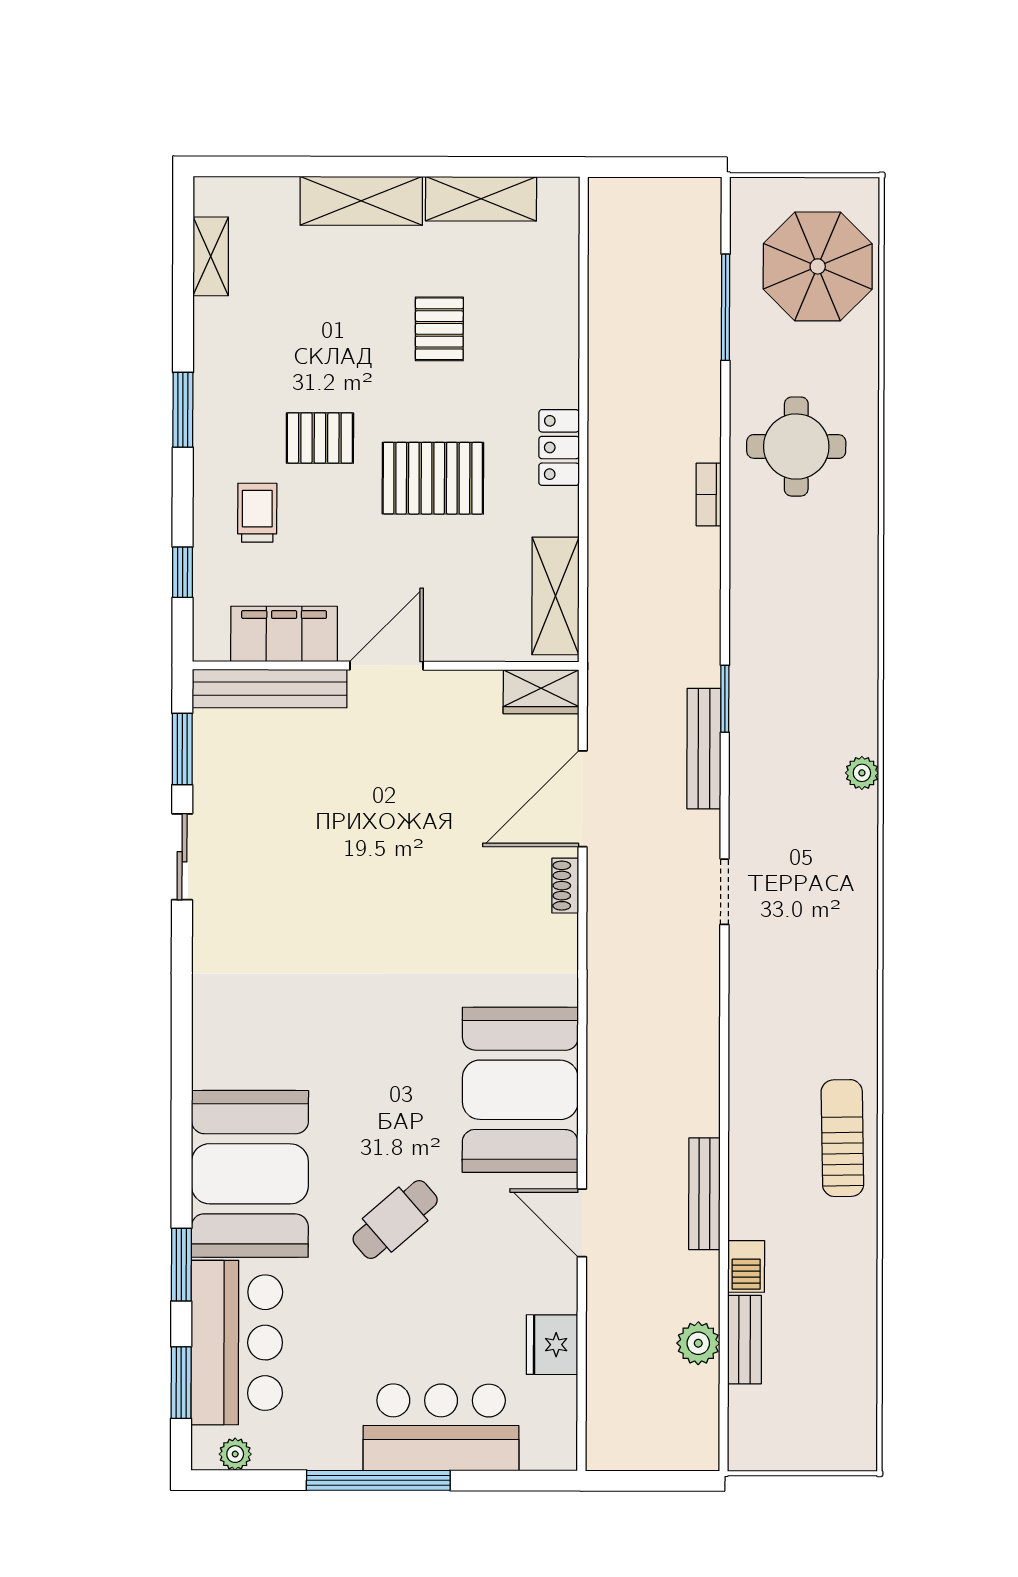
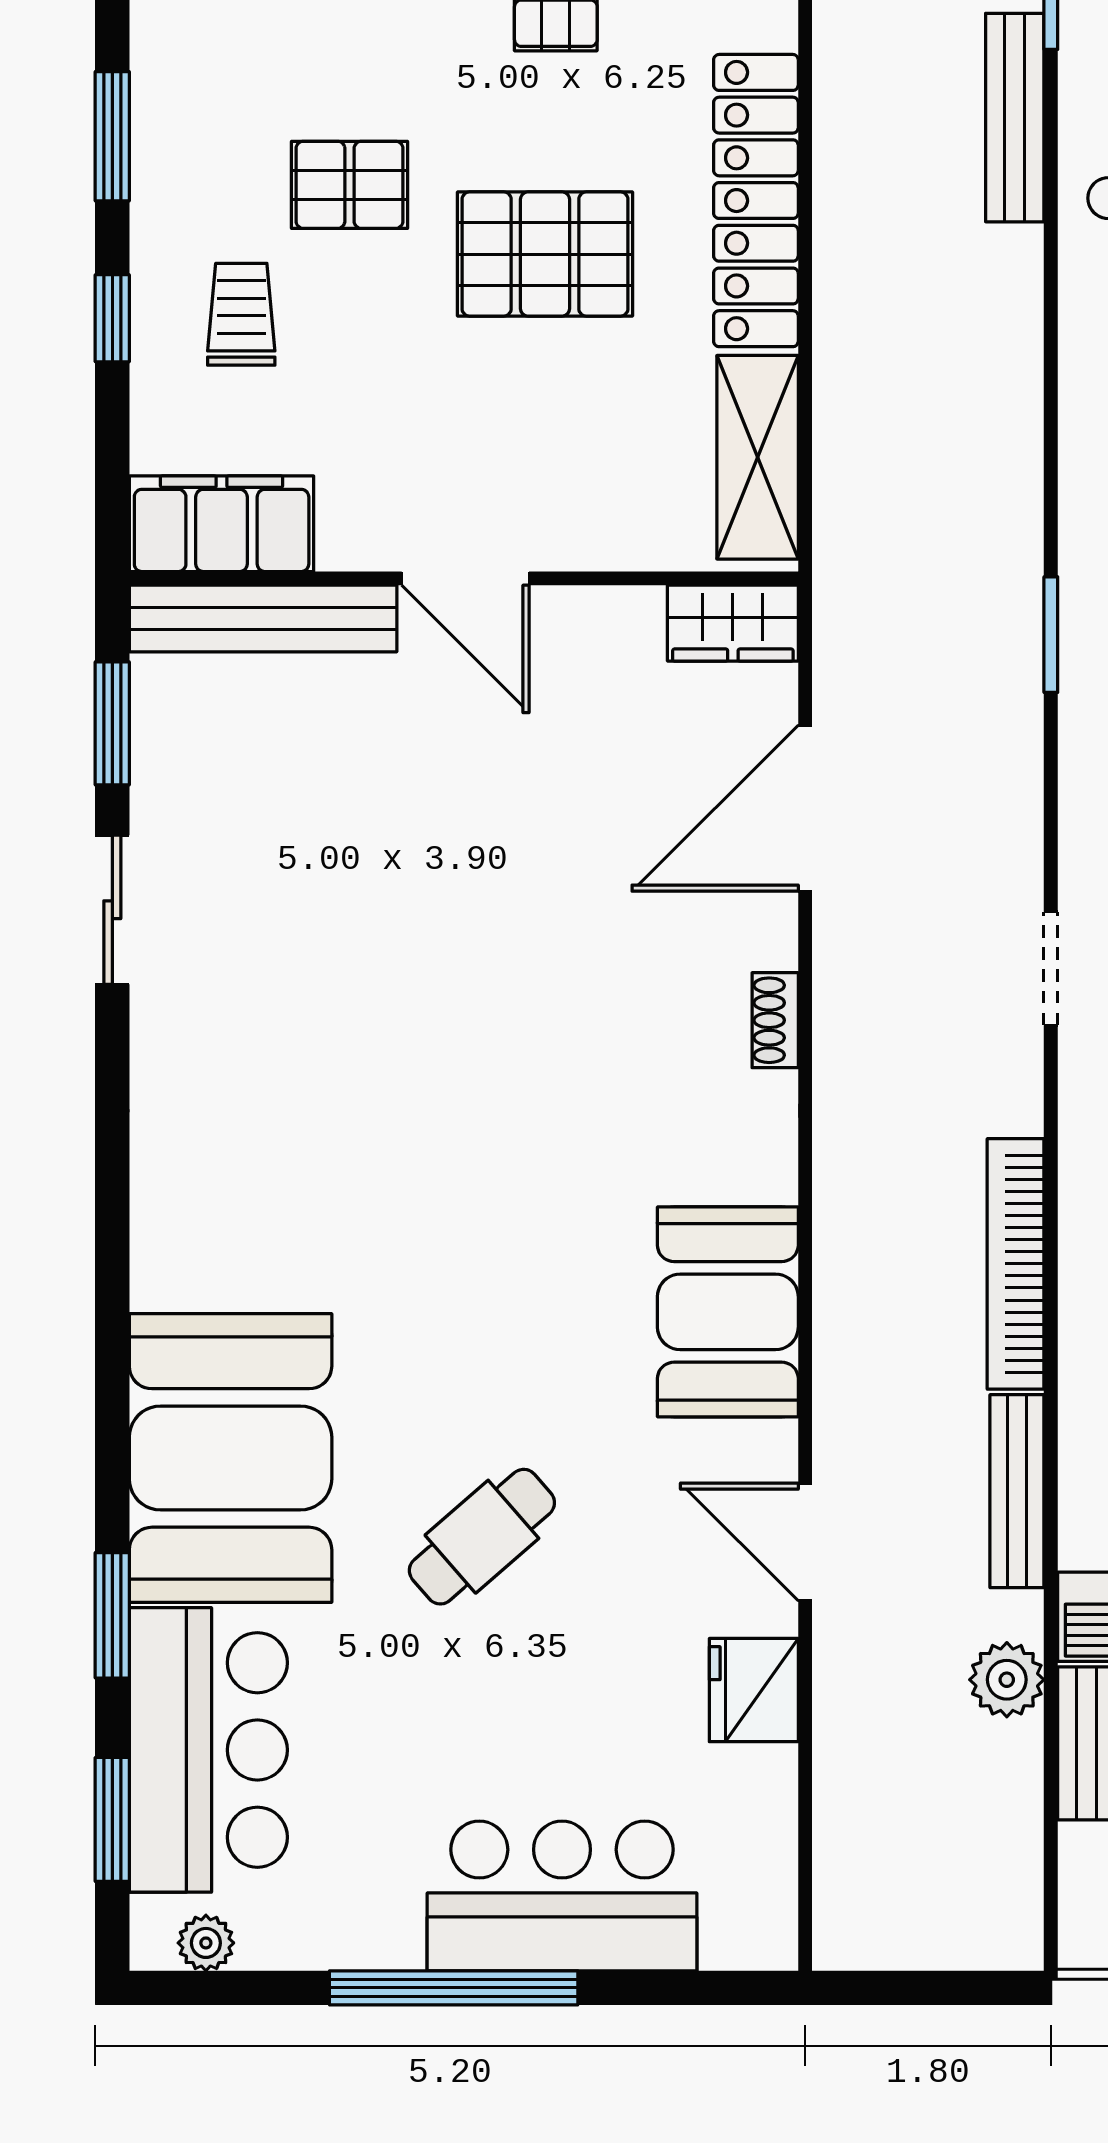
locker: (559, 448) -> (756, 201), width x2.16, depth x1.21
bookcase: (709, 495) -> (1016, 1264), moved, width x2.31, depth x1.31
window: (183, 572) -> (112, 318), moved
filing cabinet: (284, 634) -> (222, 524), moved
door: (386, 666) -> (465, 578), swing flipped
bench: (704, 749) -> (1015, 118), moved
shoe rack: (565, 886) -> (775, 1020), moved
booth: (520, 1090) -> (728, 1312), width x0.73, depth x0.70
plant: (698, 1343) -> (1007, 1680), moved
fridge: (552, 1345) -> (754, 1690), moved

